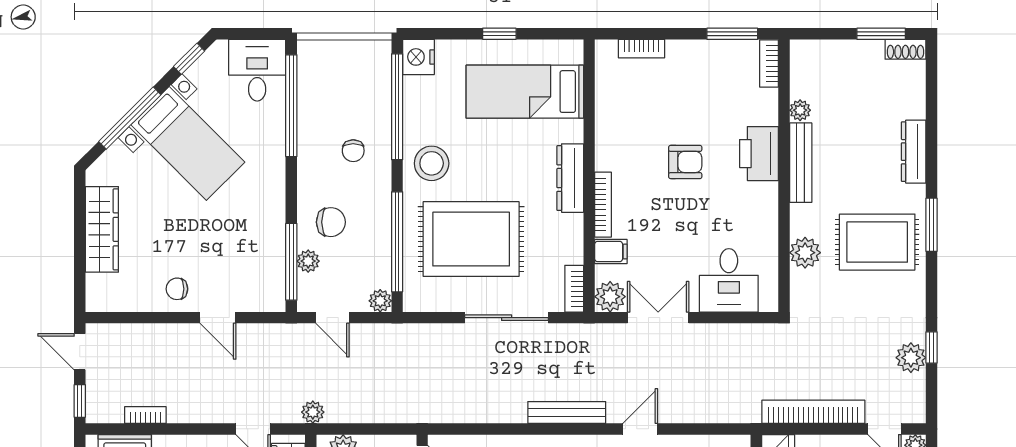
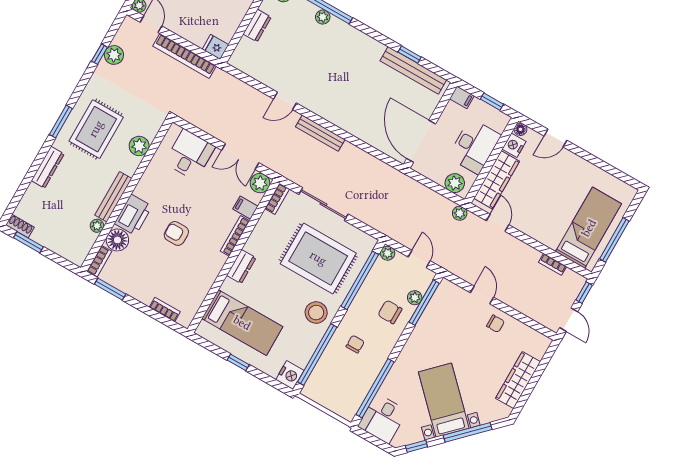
floor lamp: (761, 107) -> (117, 240), added
dresser: (570, 178) -> (241, 267), width x0.70
rug: (877, 242) -> (96, 129), turned 90

